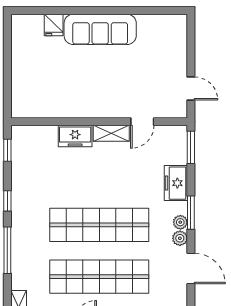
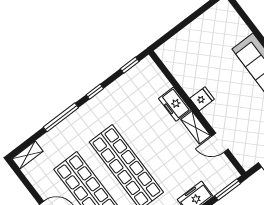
fridge: (54, 25) -> (202, 99), moved, turned 180

